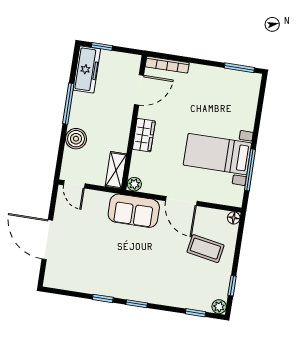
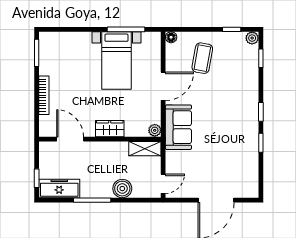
bookcase: (167, 65) -> (44, 95), moved

